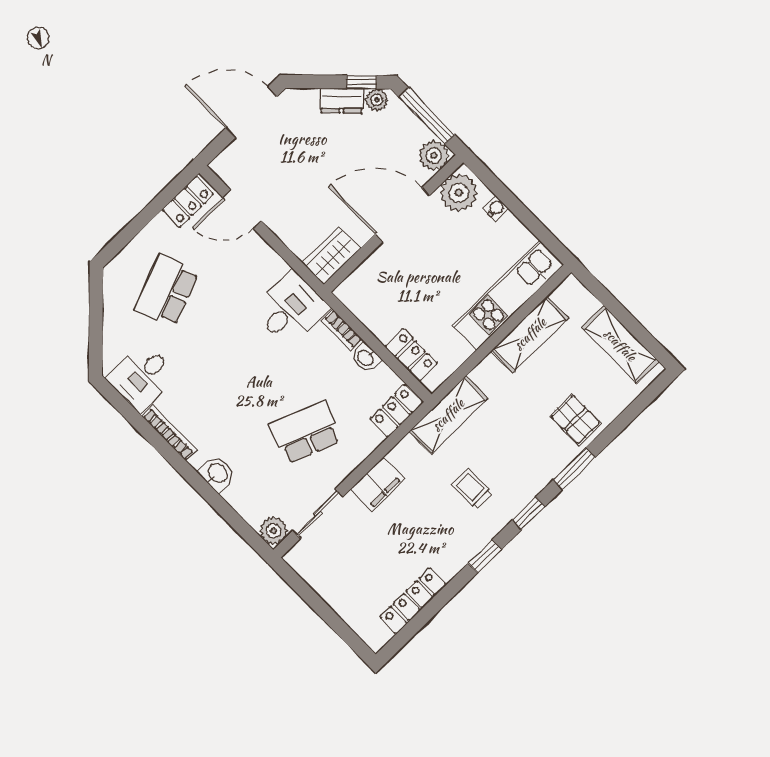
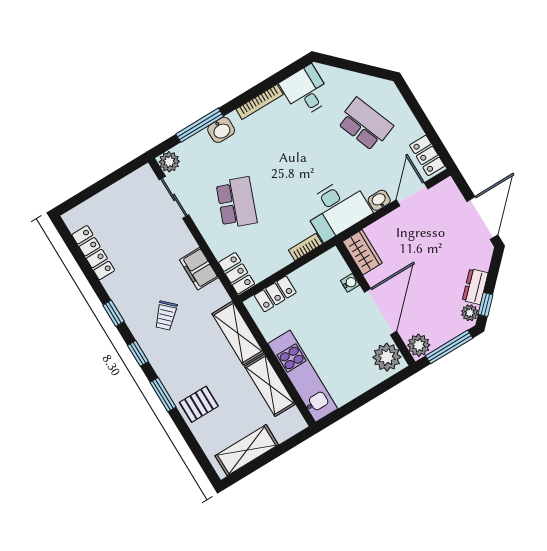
water cooler: (496, 209) -> (350, 283), moved, turned -90
desk: (291, 309) -> (337, 209), width x1.37
washbasin: (366, 358) -> (379, 200), moved
shelving: (448, 415) -> (238, 333), moved
filing cabinet: (377, 484) -> (199, 269), moved
trolley: (472, 489) -> (166, 316), turned 134
window: (218, 503) -> (200, 125), added

